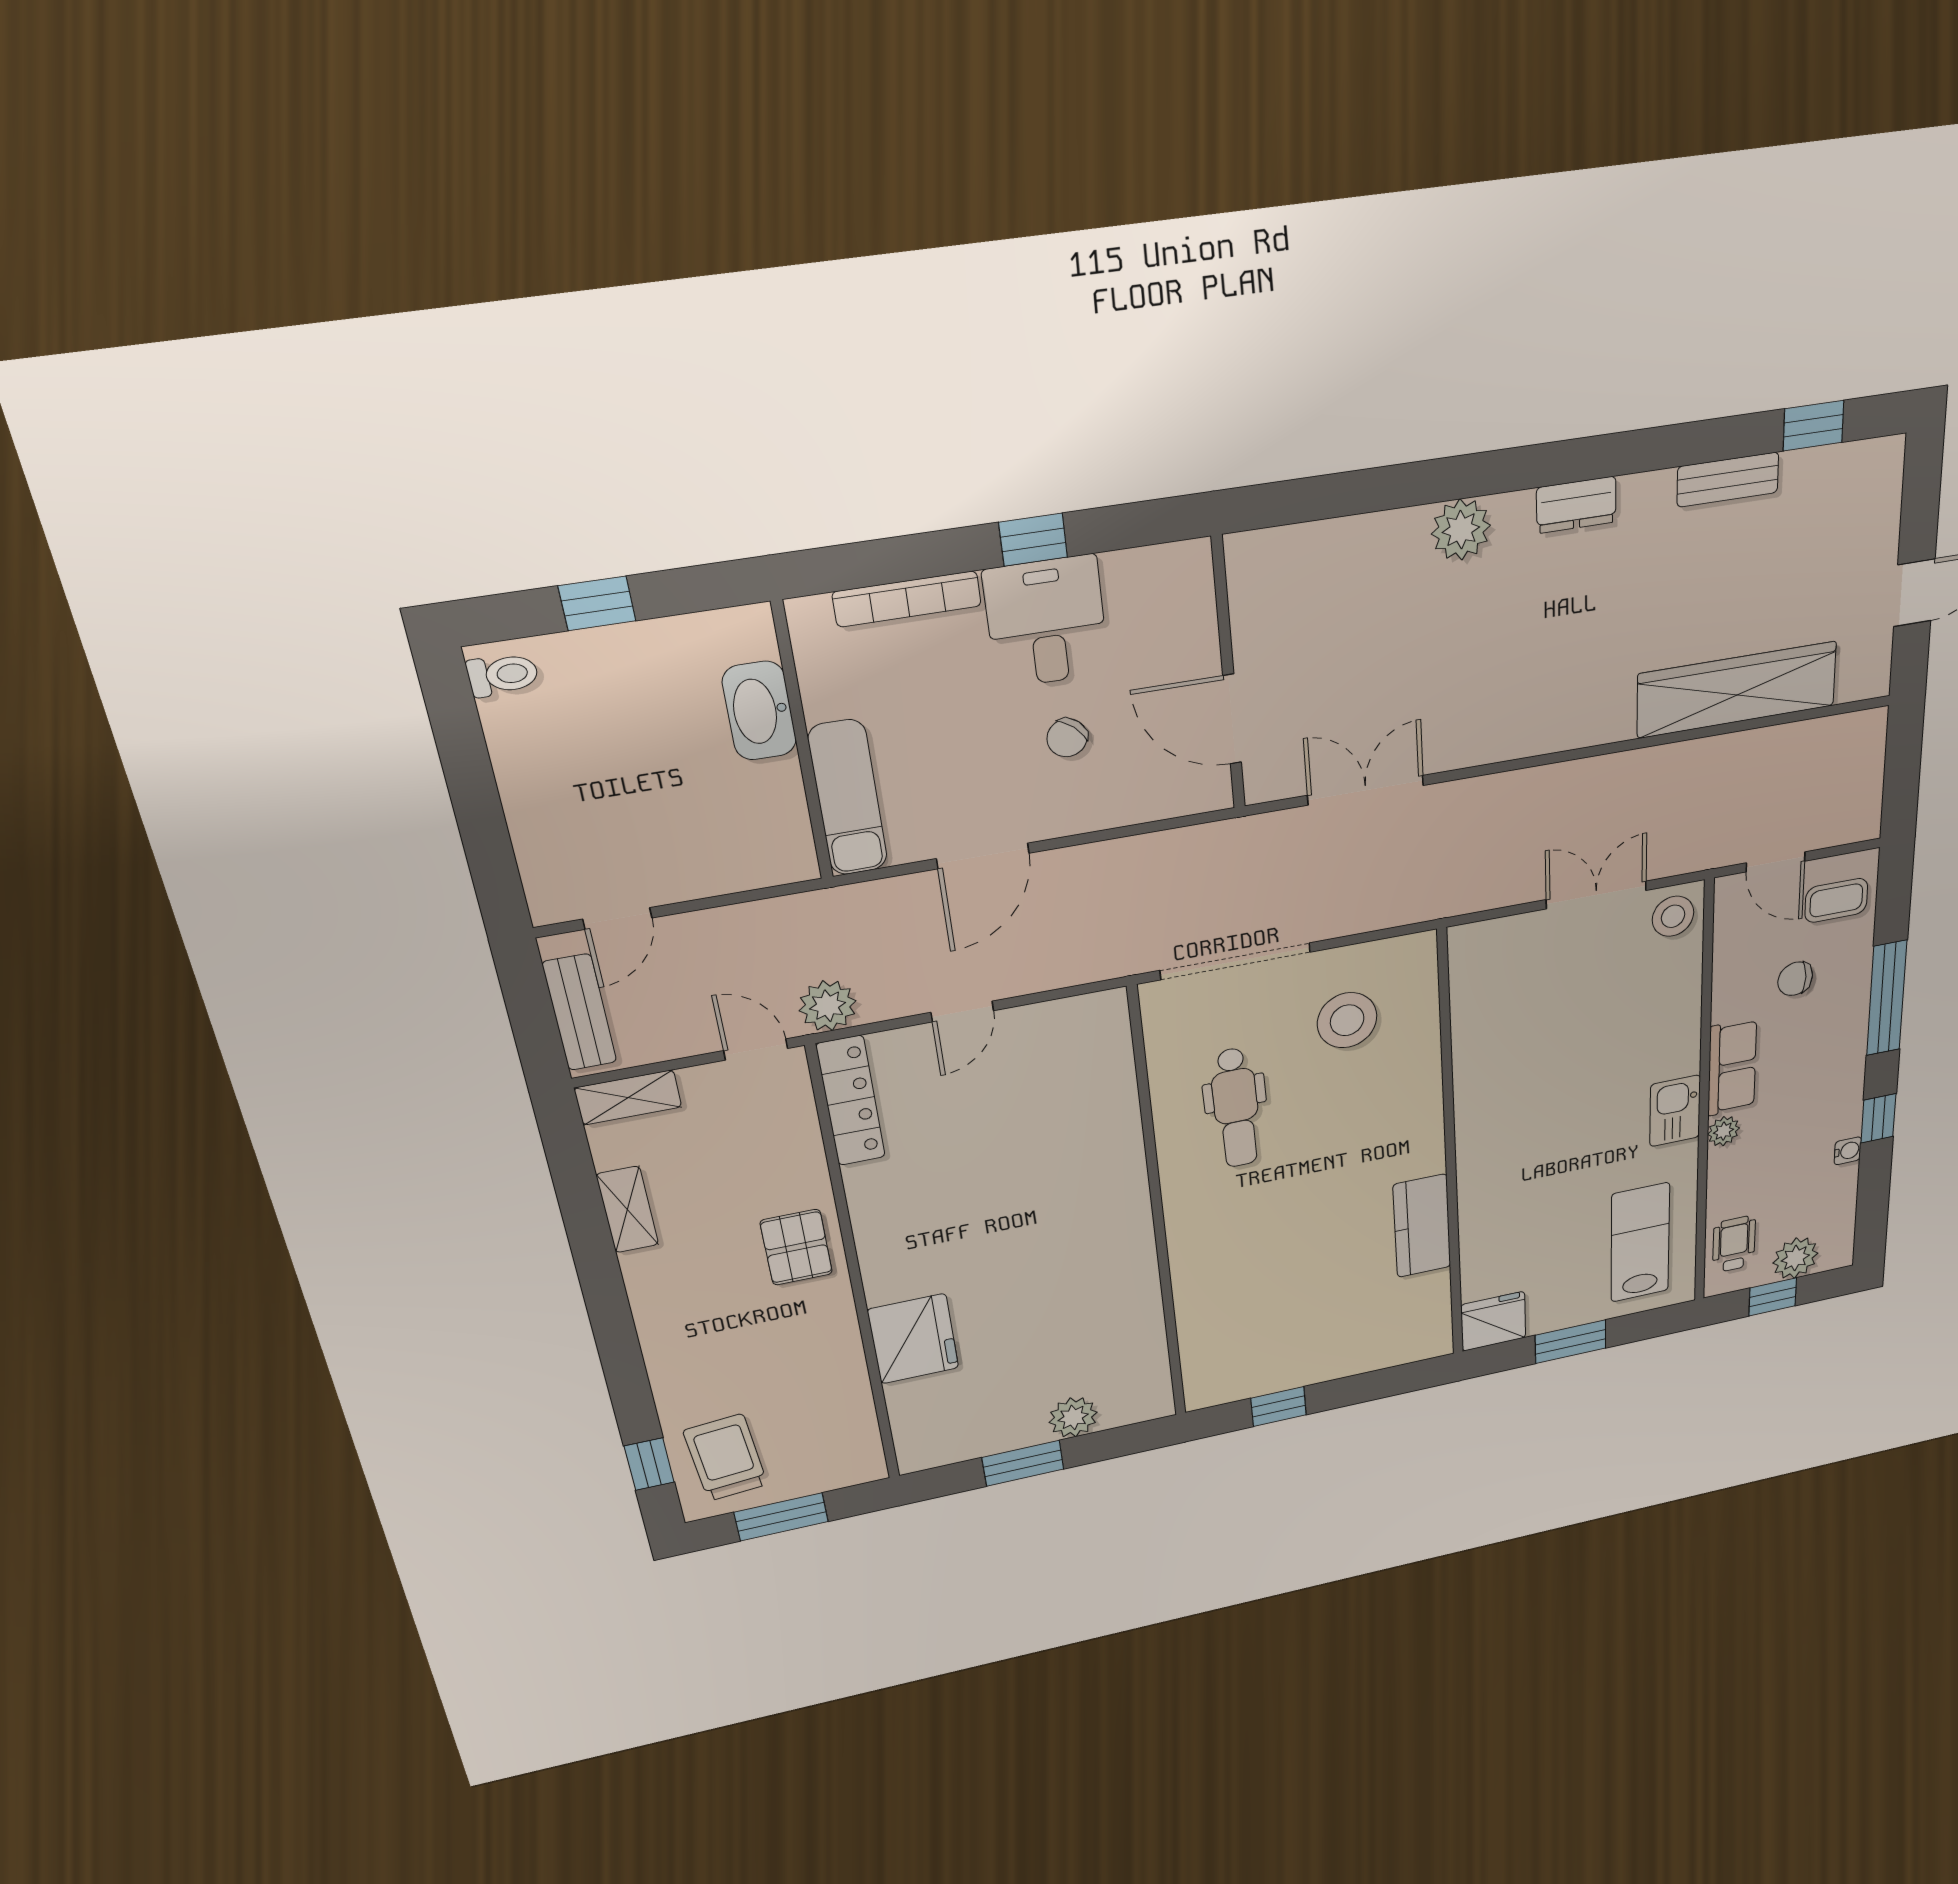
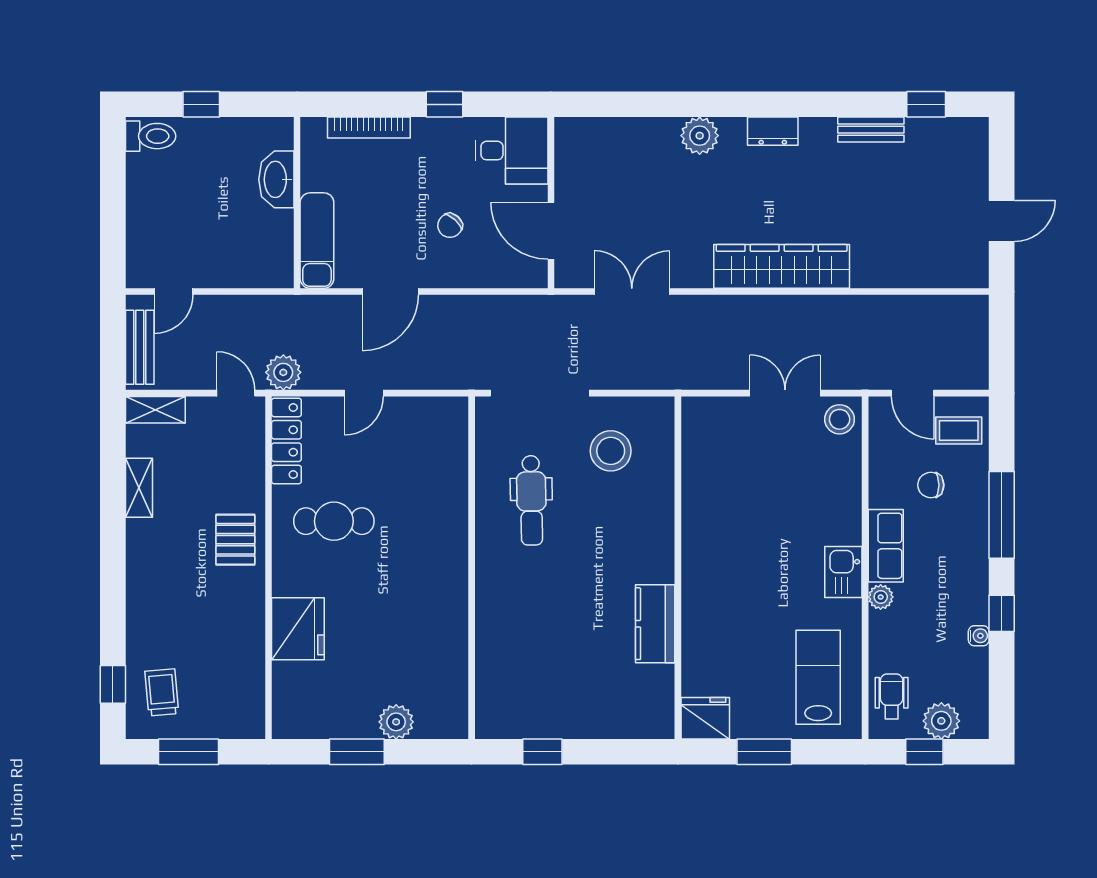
desk: (1046, 622) -> (512, 151), moved, turned 90
toilet: (503, 675) -> (151, 136), width x1.37, depth x1.39
wardrobe: (1737, 690) -> (782, 266), moved
cafe table: (944, 1193) -> (334, 521), added
trolley: (726, 1458) -> (162, 692), width x0.73, depth x0.72

